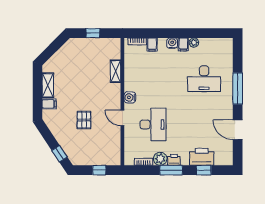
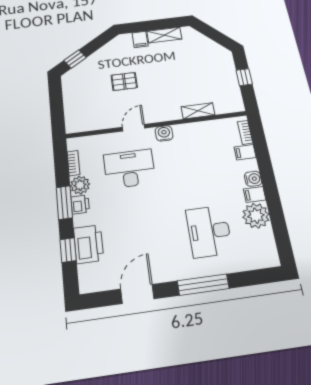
plant: (194, 43) -> (256, 216), width x1.88, depth x1.88
desk: (153, 125) -> (129, 169), turned 180
window: (99, 170) -> (57, 108), removed

